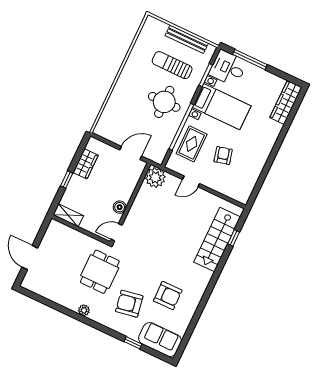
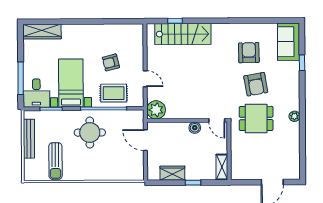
sun lounger: (172, 65) -> (55, 161), moved
armchair: (129, 304) -> (256, 84), moved

